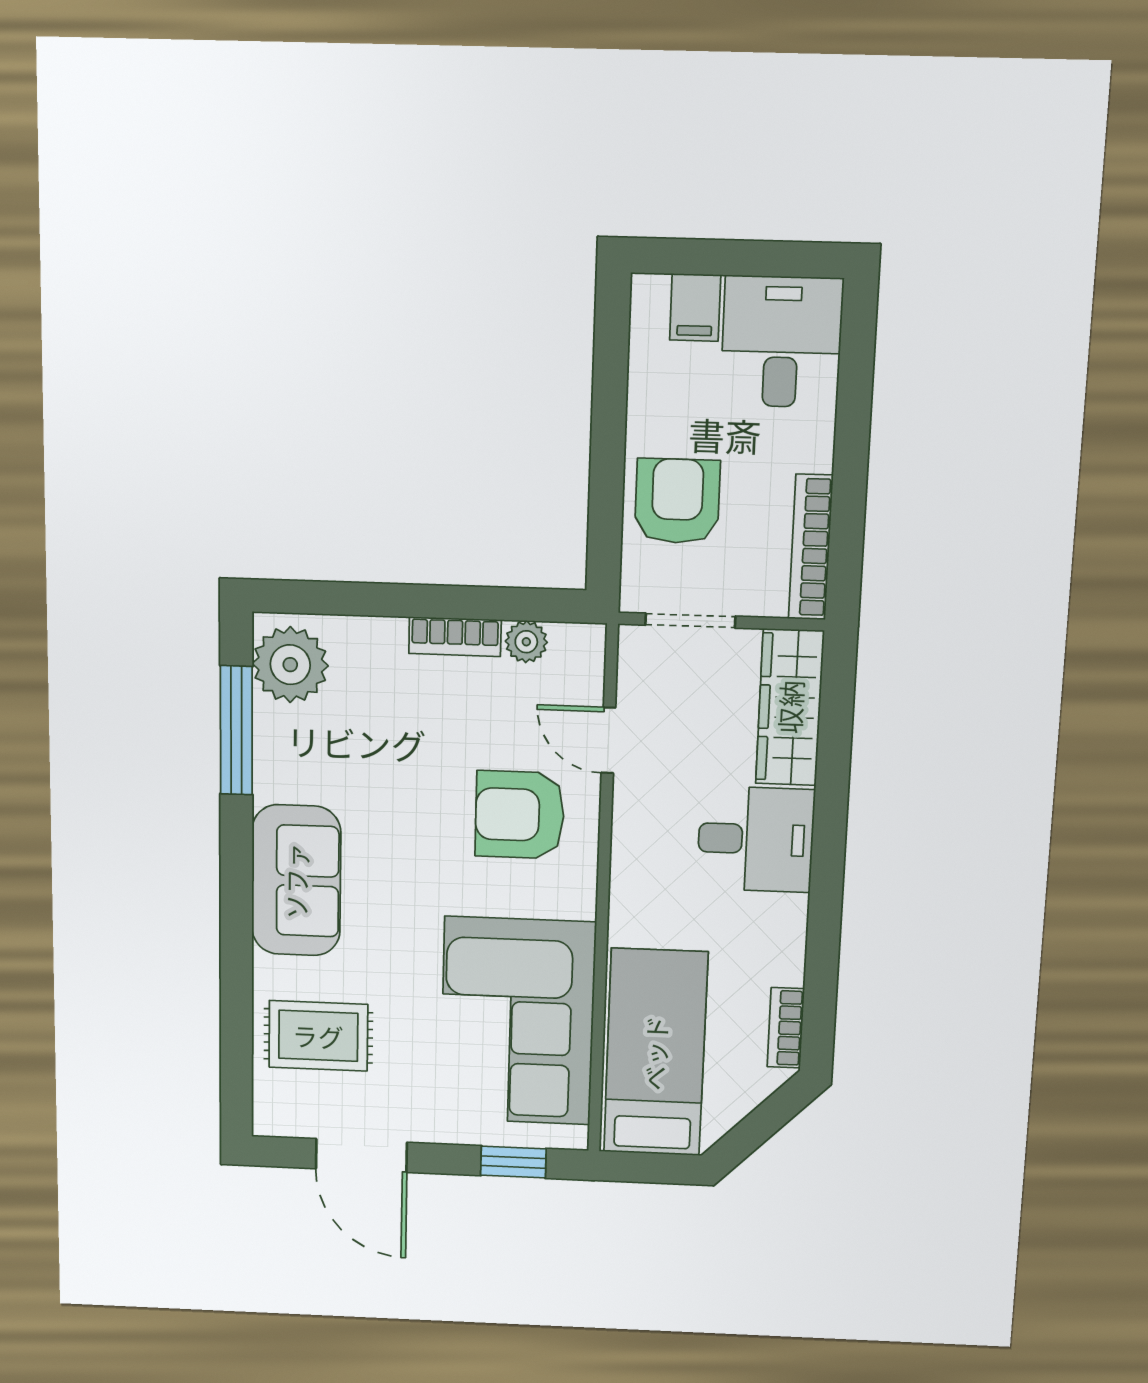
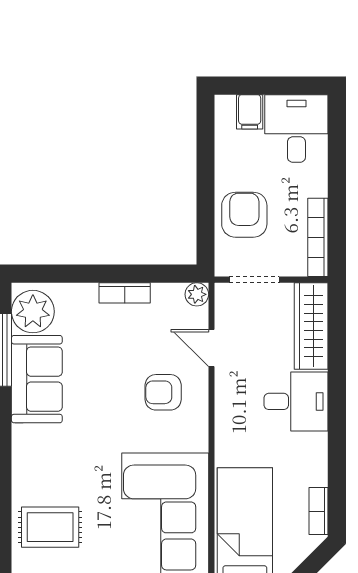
plant: (526, 642) -> (197, 294), moved
armchair: (520, 815) -> (163, 392), width x0.72, depth x0.72
sofa: (296, 881) -> (37, 379), moved

